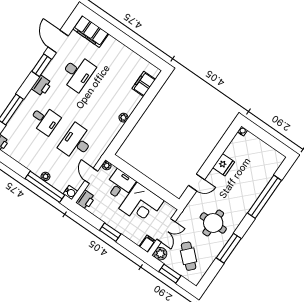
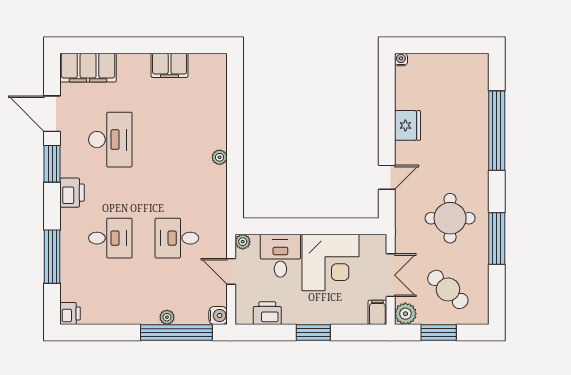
filing cabinet: (144, 84) -> (170, 65), moved, turned -90
desk: (76, 142) -> (177, 238), width x0.73
printer: (86, 200) -> (267, 313), moved, turned -90

